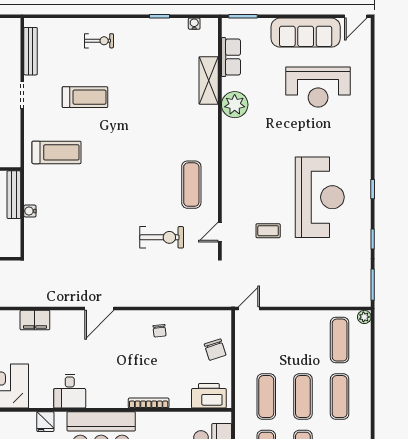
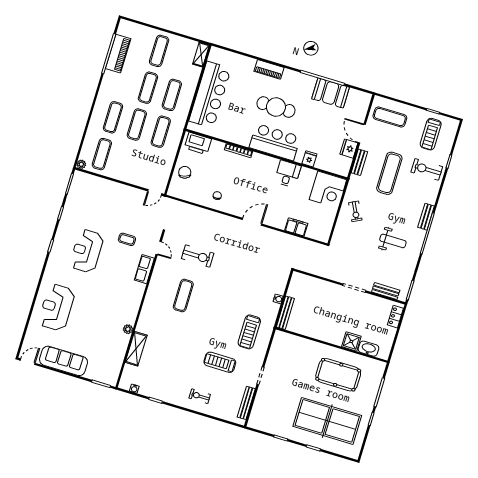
row of seats: (231, 57) -> (144, 269), moved
reception desk: (318, 87) -> (57, 307), moved, turned -90
plant: (235, 105) -> (128, 329), width x0.53, depth x0.53
treadmill: (57, 152) -> (249, 332), turned -90
exercise mat: (191, 185) -> (183, 296), moved
reception desk: (320, 197) -> (87, 251), width x0.74, depth x0.77
door: (220, 232) -> (159, 248), hinge flipped
exercise bike: (162, 237) -> (198, 256), turned 180

